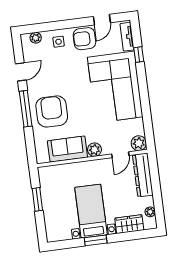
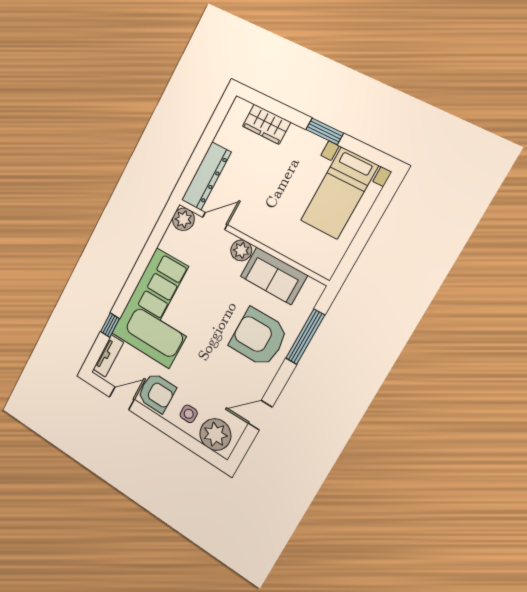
plant: (36, 38) -> (215, 434), width x1.87, depth x1.87
window: (26, 109) -> (305, 337), moved
armchair: (52, 111) -> (259, 337), turned 90
window: (37, 199) -> (361, 239), removed
bed with nightstands: (91, 211) -> (339, 193), moved
plant: (150, 212) -> (230, 123), removed

